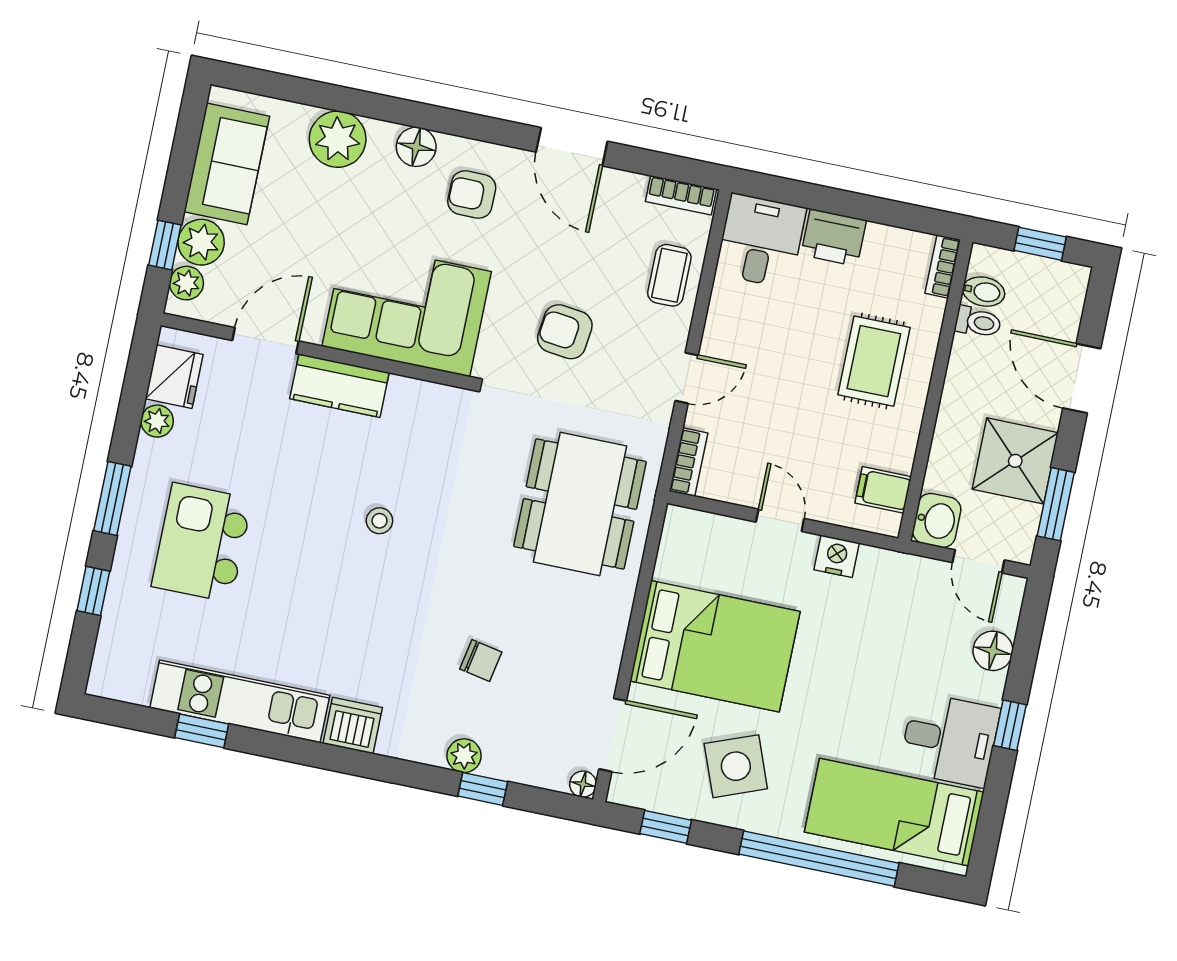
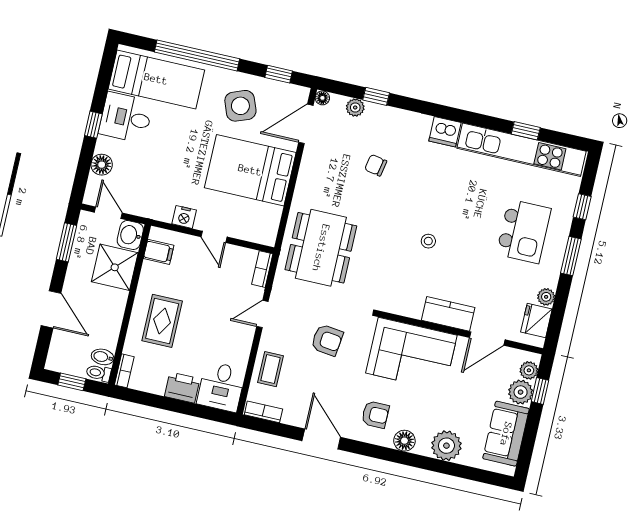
toilet: (978, 322) -> (99, 373), moved
shower: (1015, 461) -> (115, 267), moved
kitchen unit: (240, 702) -> (522, 150), width x1.36
plant: (464, 756) -> (355, 107), moved

